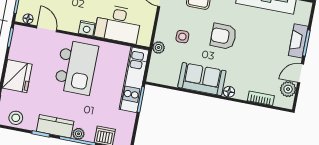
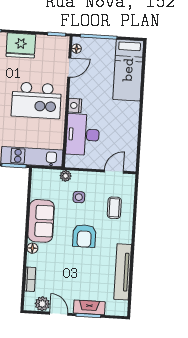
armchair: (223, 36) -> (84, 236), turned 180

